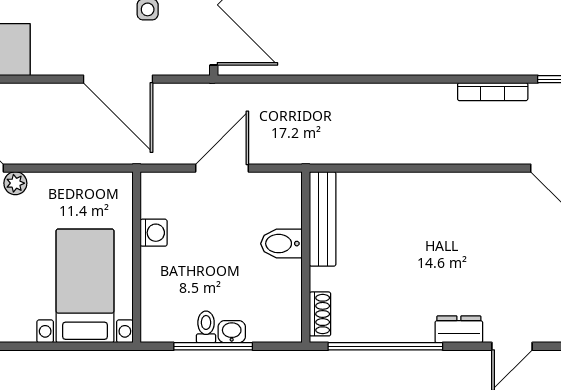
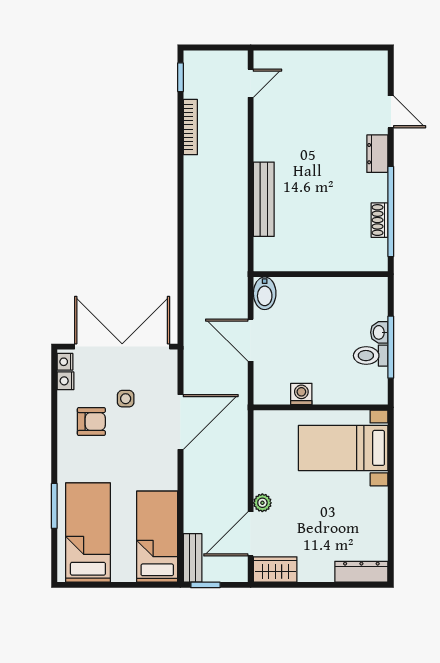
bench: (323, 219) -> (264, 199), moved, turned 90
bidet: (281, 244) -> (265, 293), moved
shoe rack: (320, 314) -> (380, 220), moved, turned -90
toilet: (206, 327) -> (371, 356), width x1.37, depth x1.39

